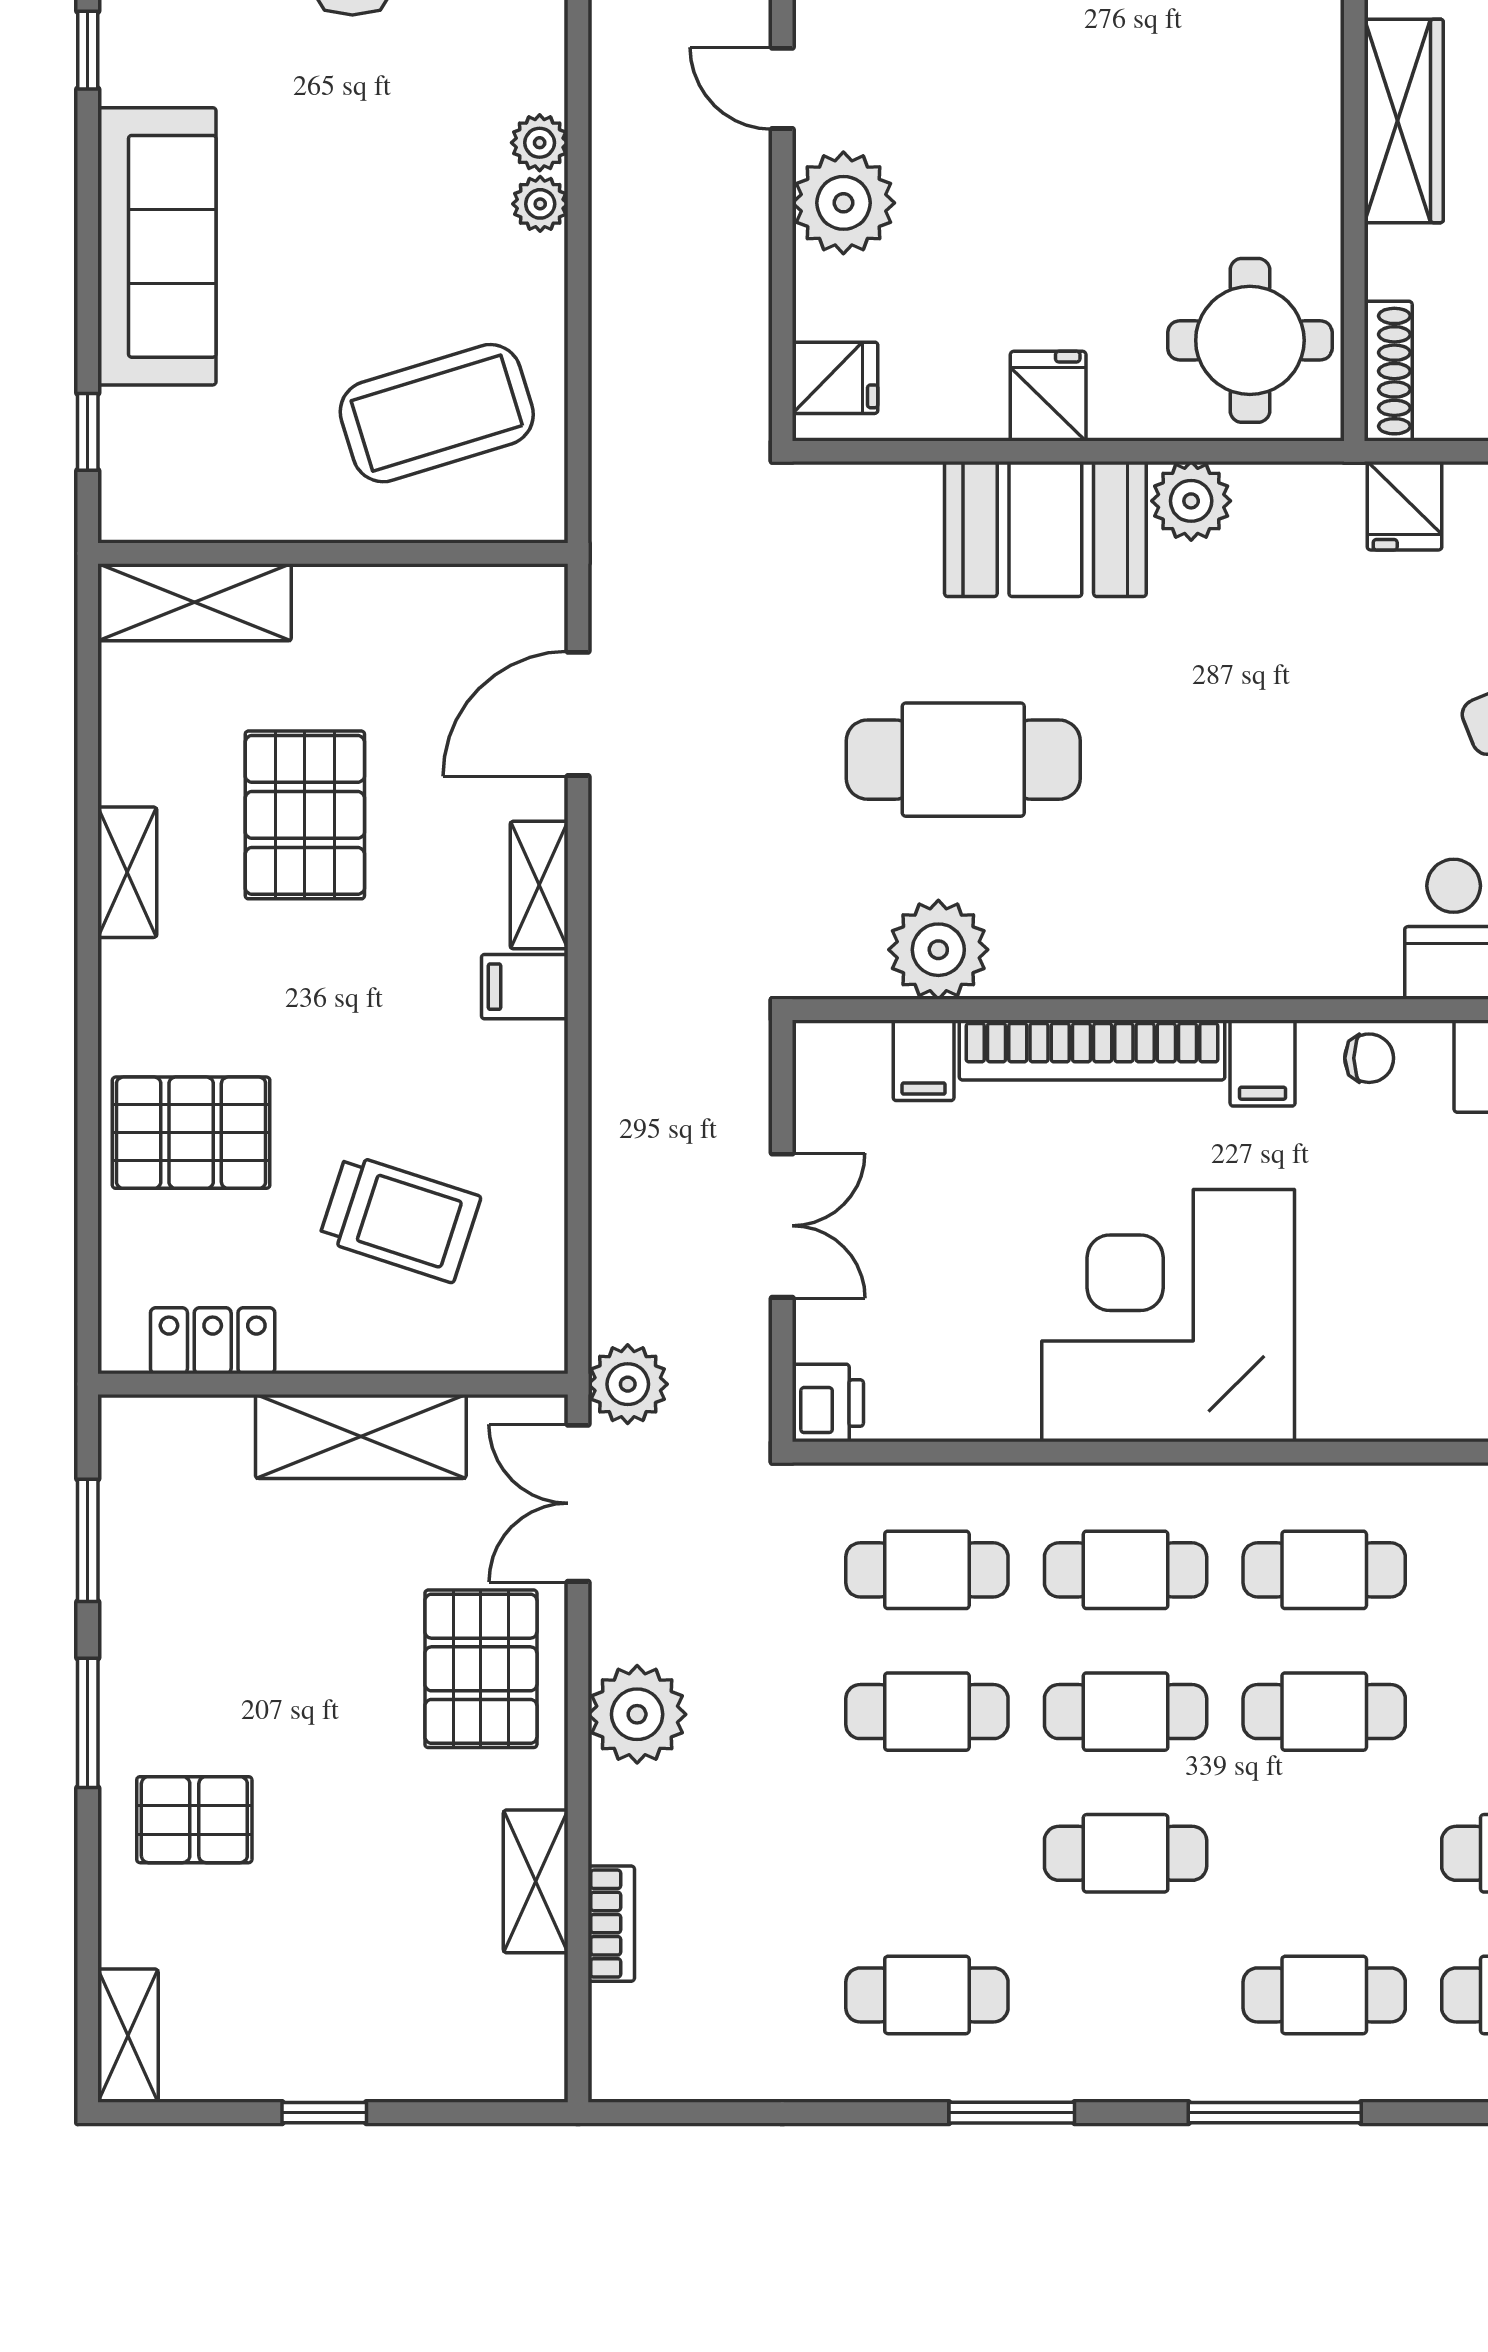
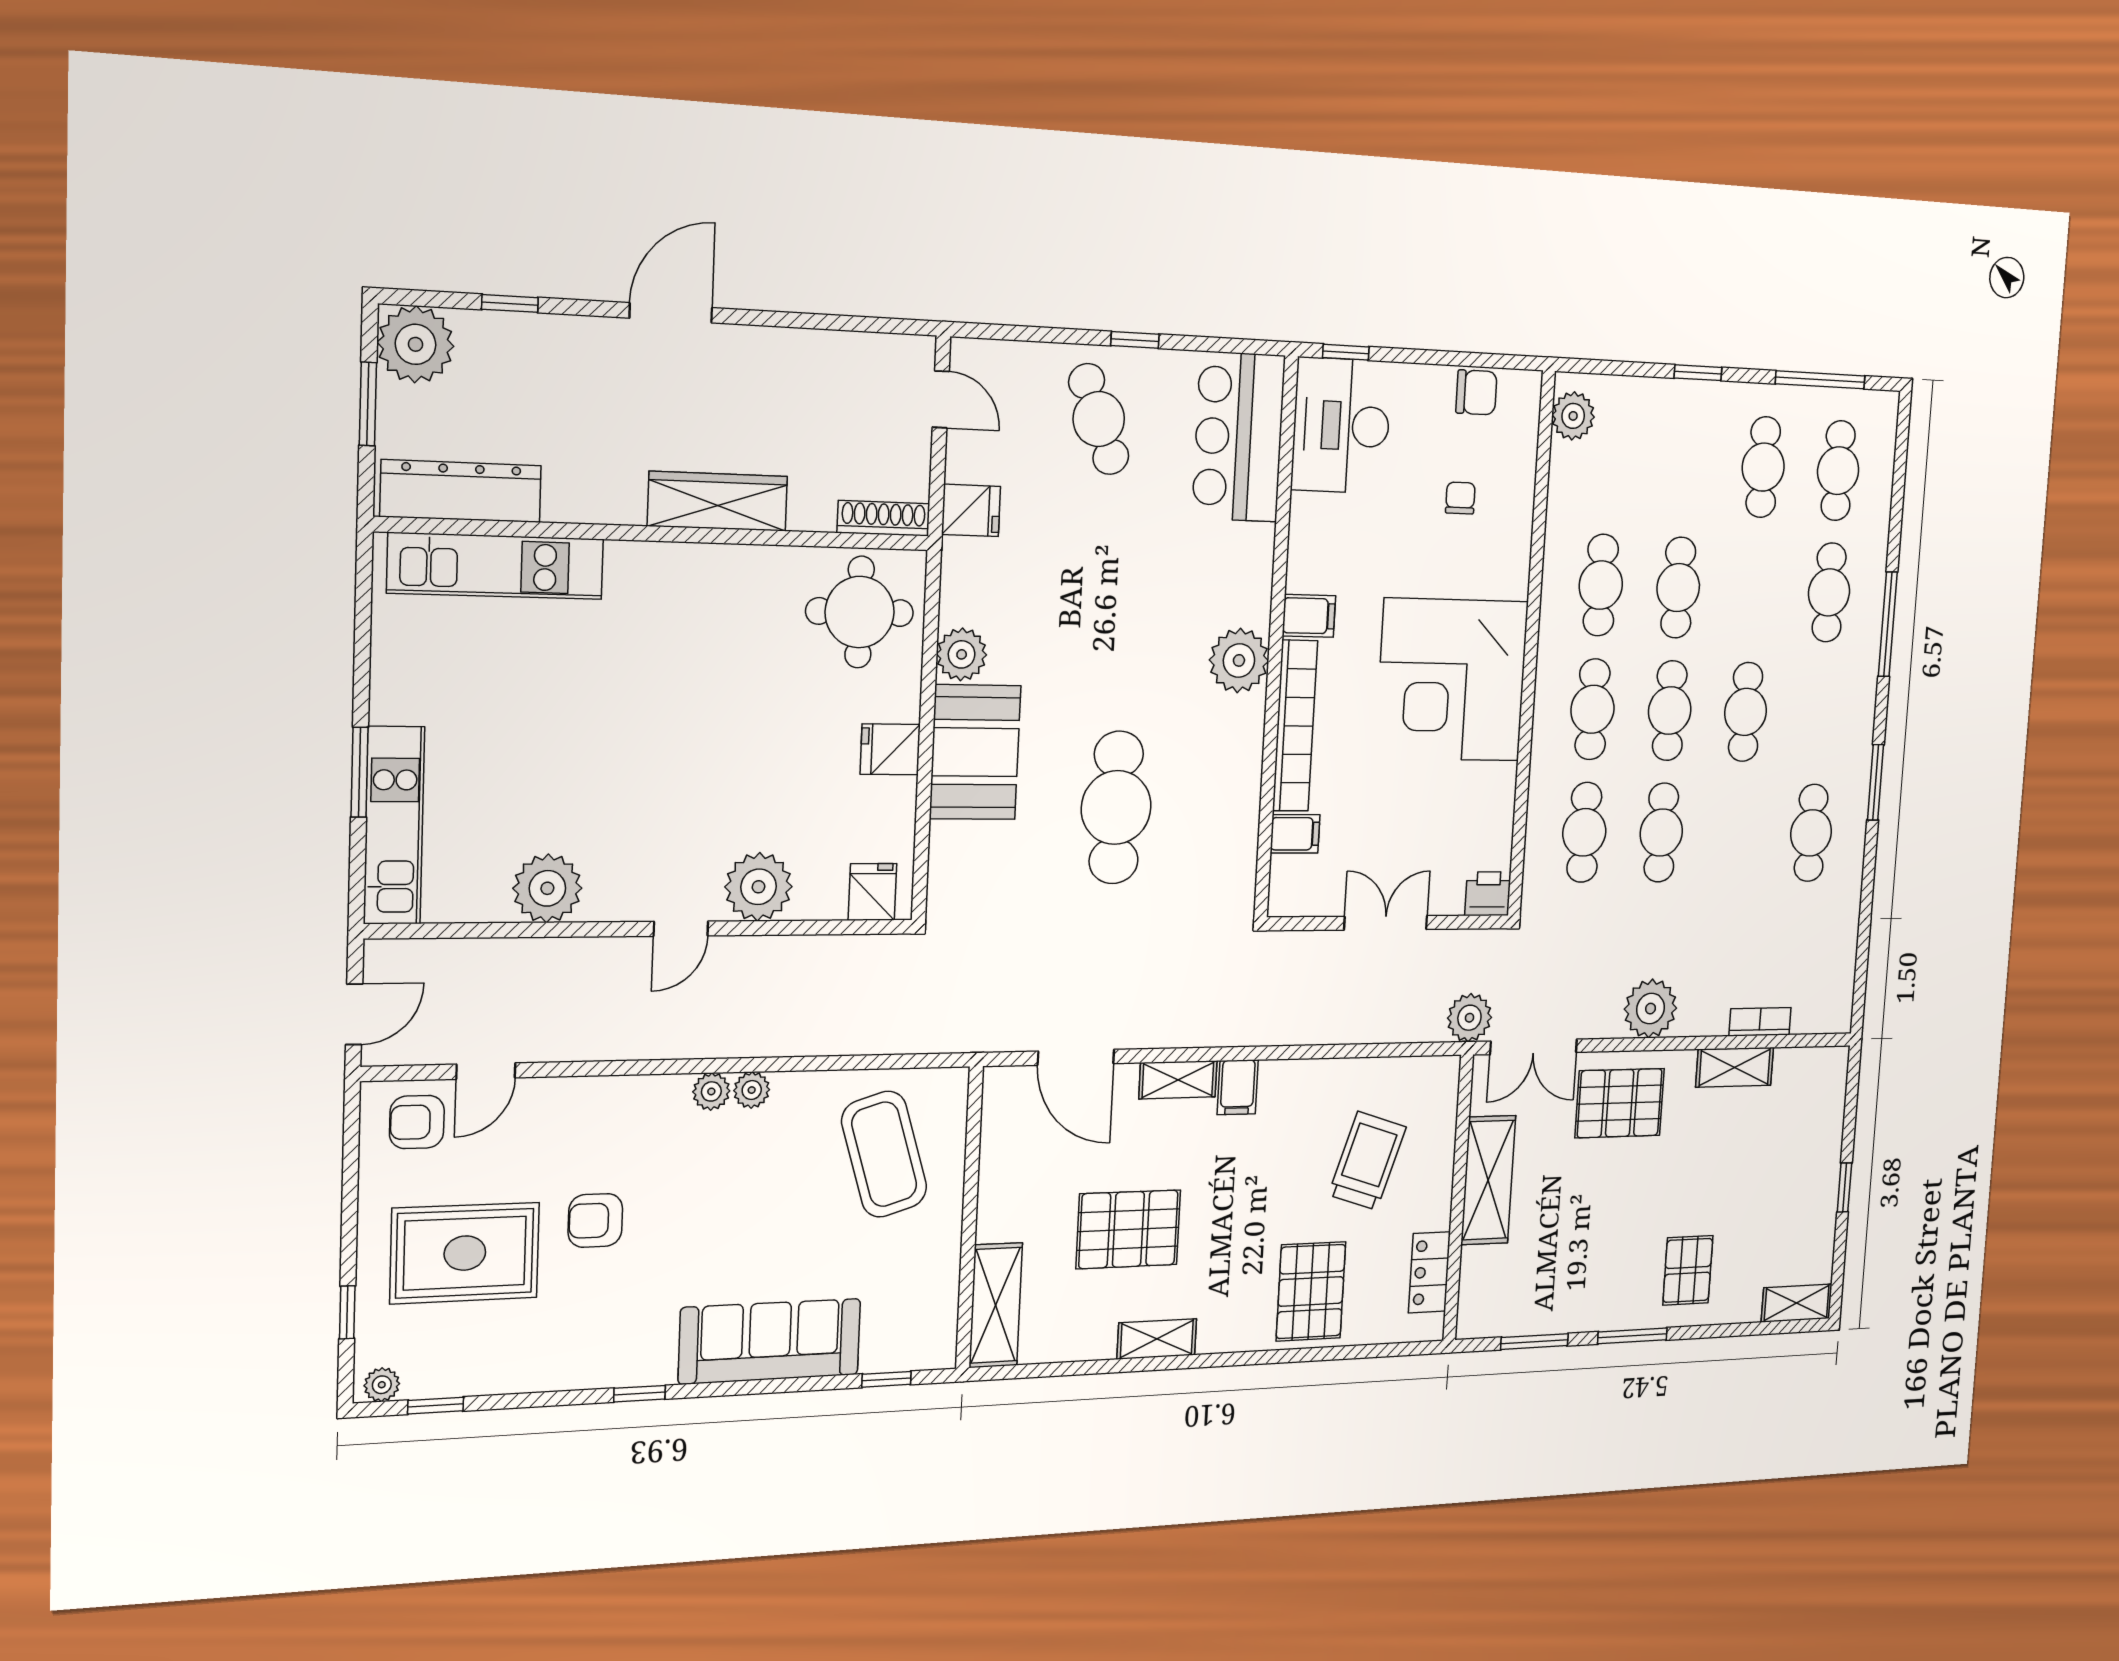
plant: (938, 950) -> (1239, 660), moved
chair: (1369, 1058) -> (1460, 498), moved

